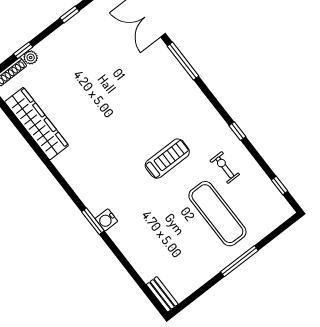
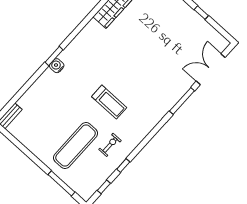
window: (237, 131) -> (123, 166), moved
window: (239, 261) -> (61, 183), moved

